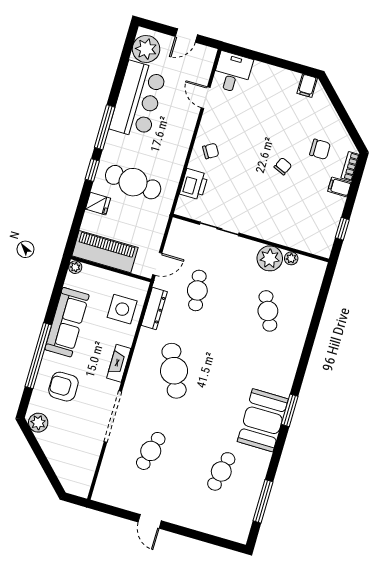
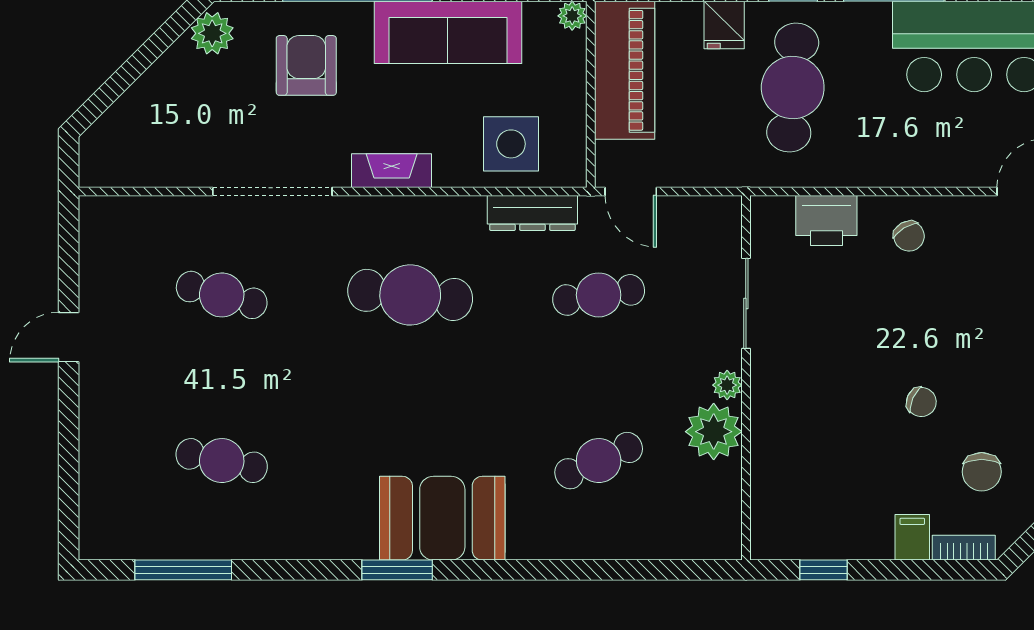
plant: (291, 258) -> (727, 385), moved
cafe table: (174, 371) -> (410, 295), turned 30
booth: (263, 420) -> (442, 518), moved

